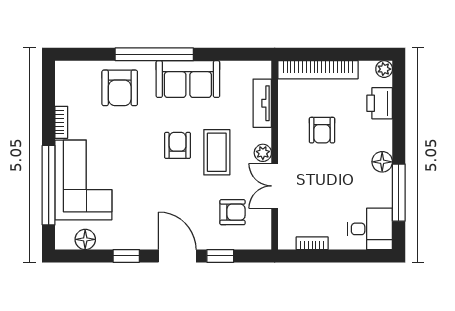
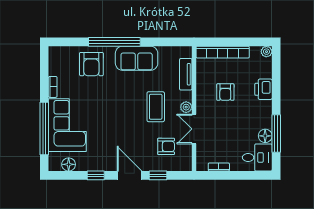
printer: (380, 103) -> (264, 89), moved
armchair: (178, 145) -> (130, 102), removed
floor lamp: (382, 162) -> (265, 136), moved

